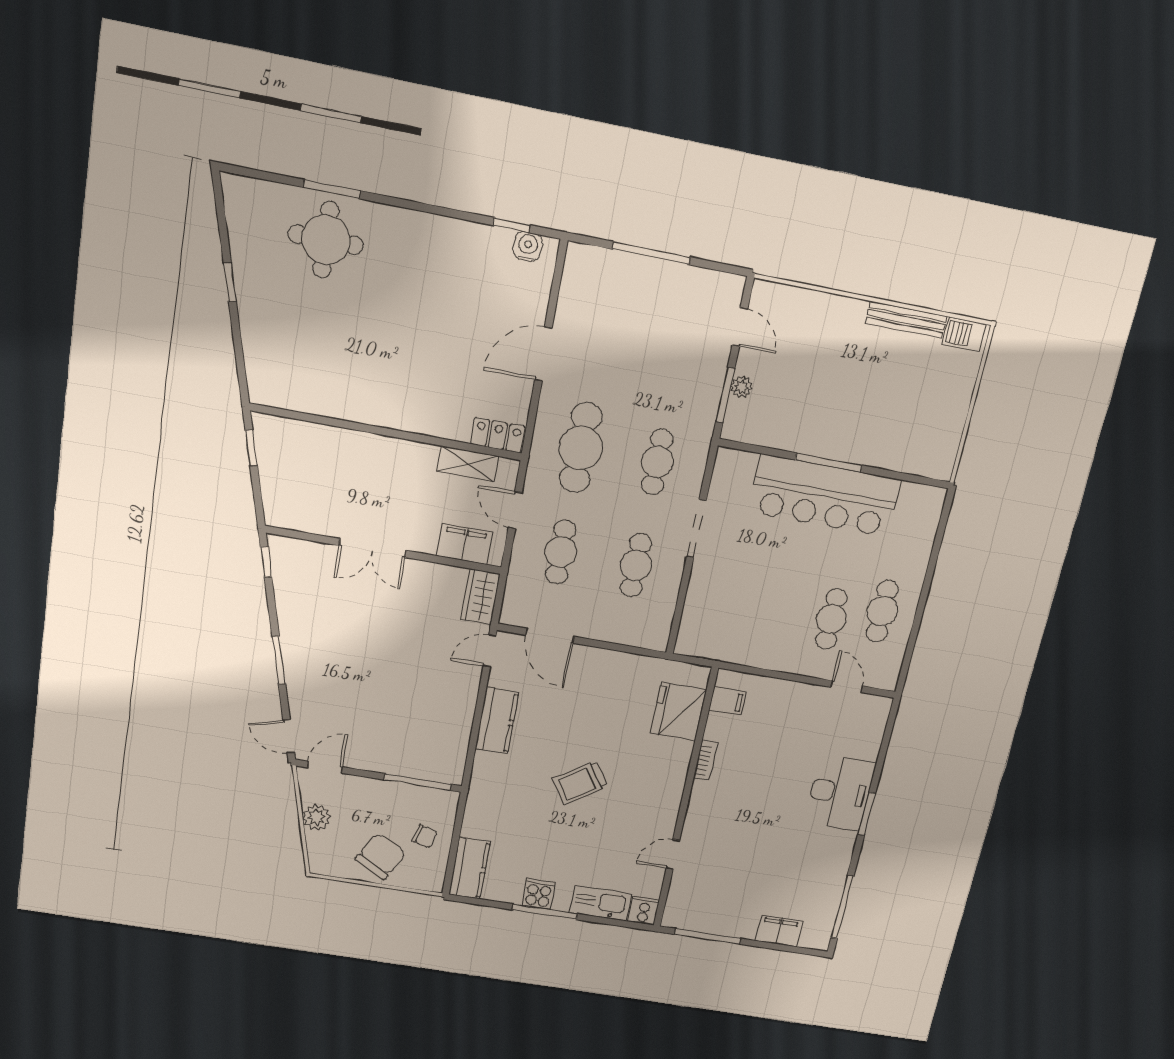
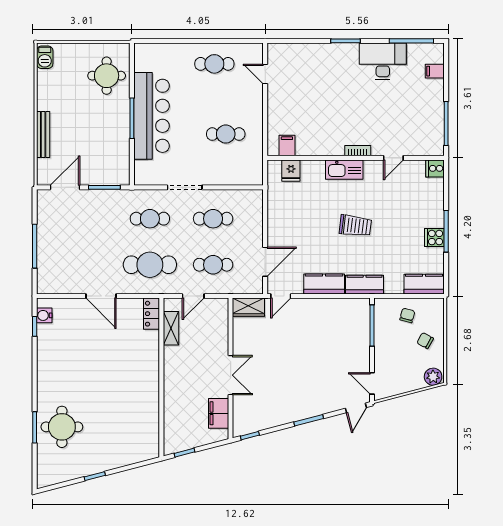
bench: (906, 320) -> (43, 134), moved
door: (740, 327) -> (65, 187), width x1.38
plant: (741, 387) -> (98, 179), removed
round table: (908, 434) -> (107, 76), added
filing cabinet: (465, 544) -> (219, 413), moved
cafe table: (831, 619) -> (226, 134), moved
door: (490, 651) -> (281, 296), hinge flipped
door: (847, 687) -> (265, 74), hinge flipped
fridge: (679, 711) -> (291, 171), width x0.53, depth x0.75
bookcase: (706, 760) -> (358, 151), moved
kitchen counter: (485, 781) -> (365, 285), added
trolley: (580, 782) -> (355, 226), turned -49
desk: (840, 793) -> (383, 61), moved
plant: (317, 817) -> (433, 377), moved
door: (673, 854) -> (393, 158), hinge flipped
chair: (381, 856) -> (425, 341), width x0.54, depth x0.54
kitchen sink: (601, 903) -> (344, 170), moved, turned -90
filing cabinet: (779, 931) -> (435, 71), width x0.50

